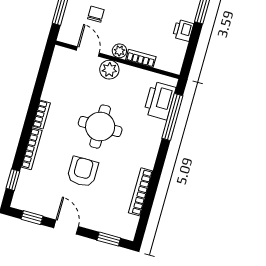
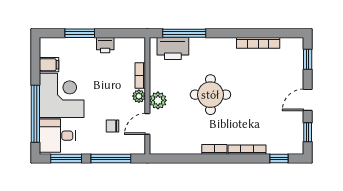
armchair: (83, 172) -> (255, 99), removed

